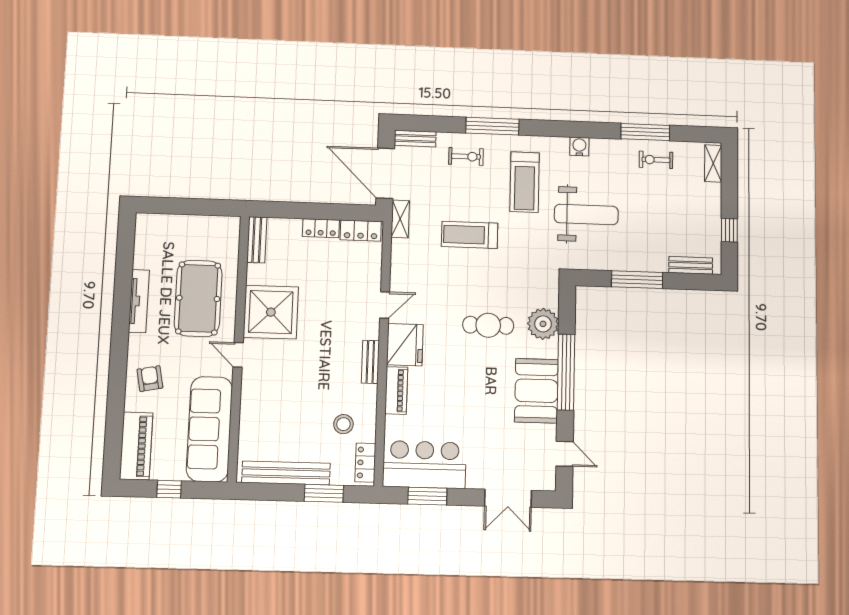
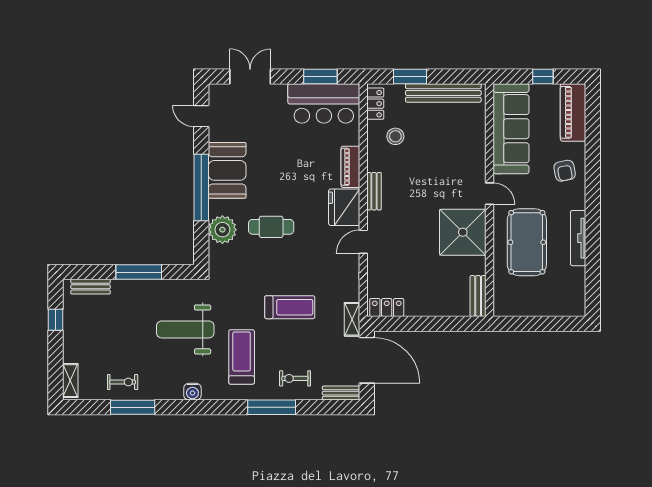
locker: (321, 228) -> (422, 308), removed

